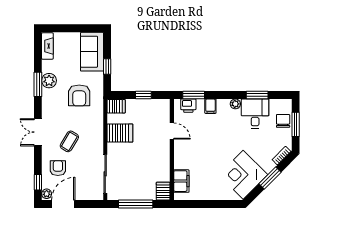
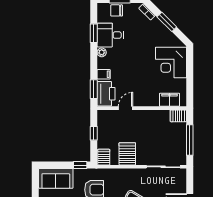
window: (107, 66) -> (80, 165), moved
printer: (188, 106) -> (106, 94), width x1.87, depth x1.48
corner desk: (243, 175) -> (171, 63), moved, turned 45

